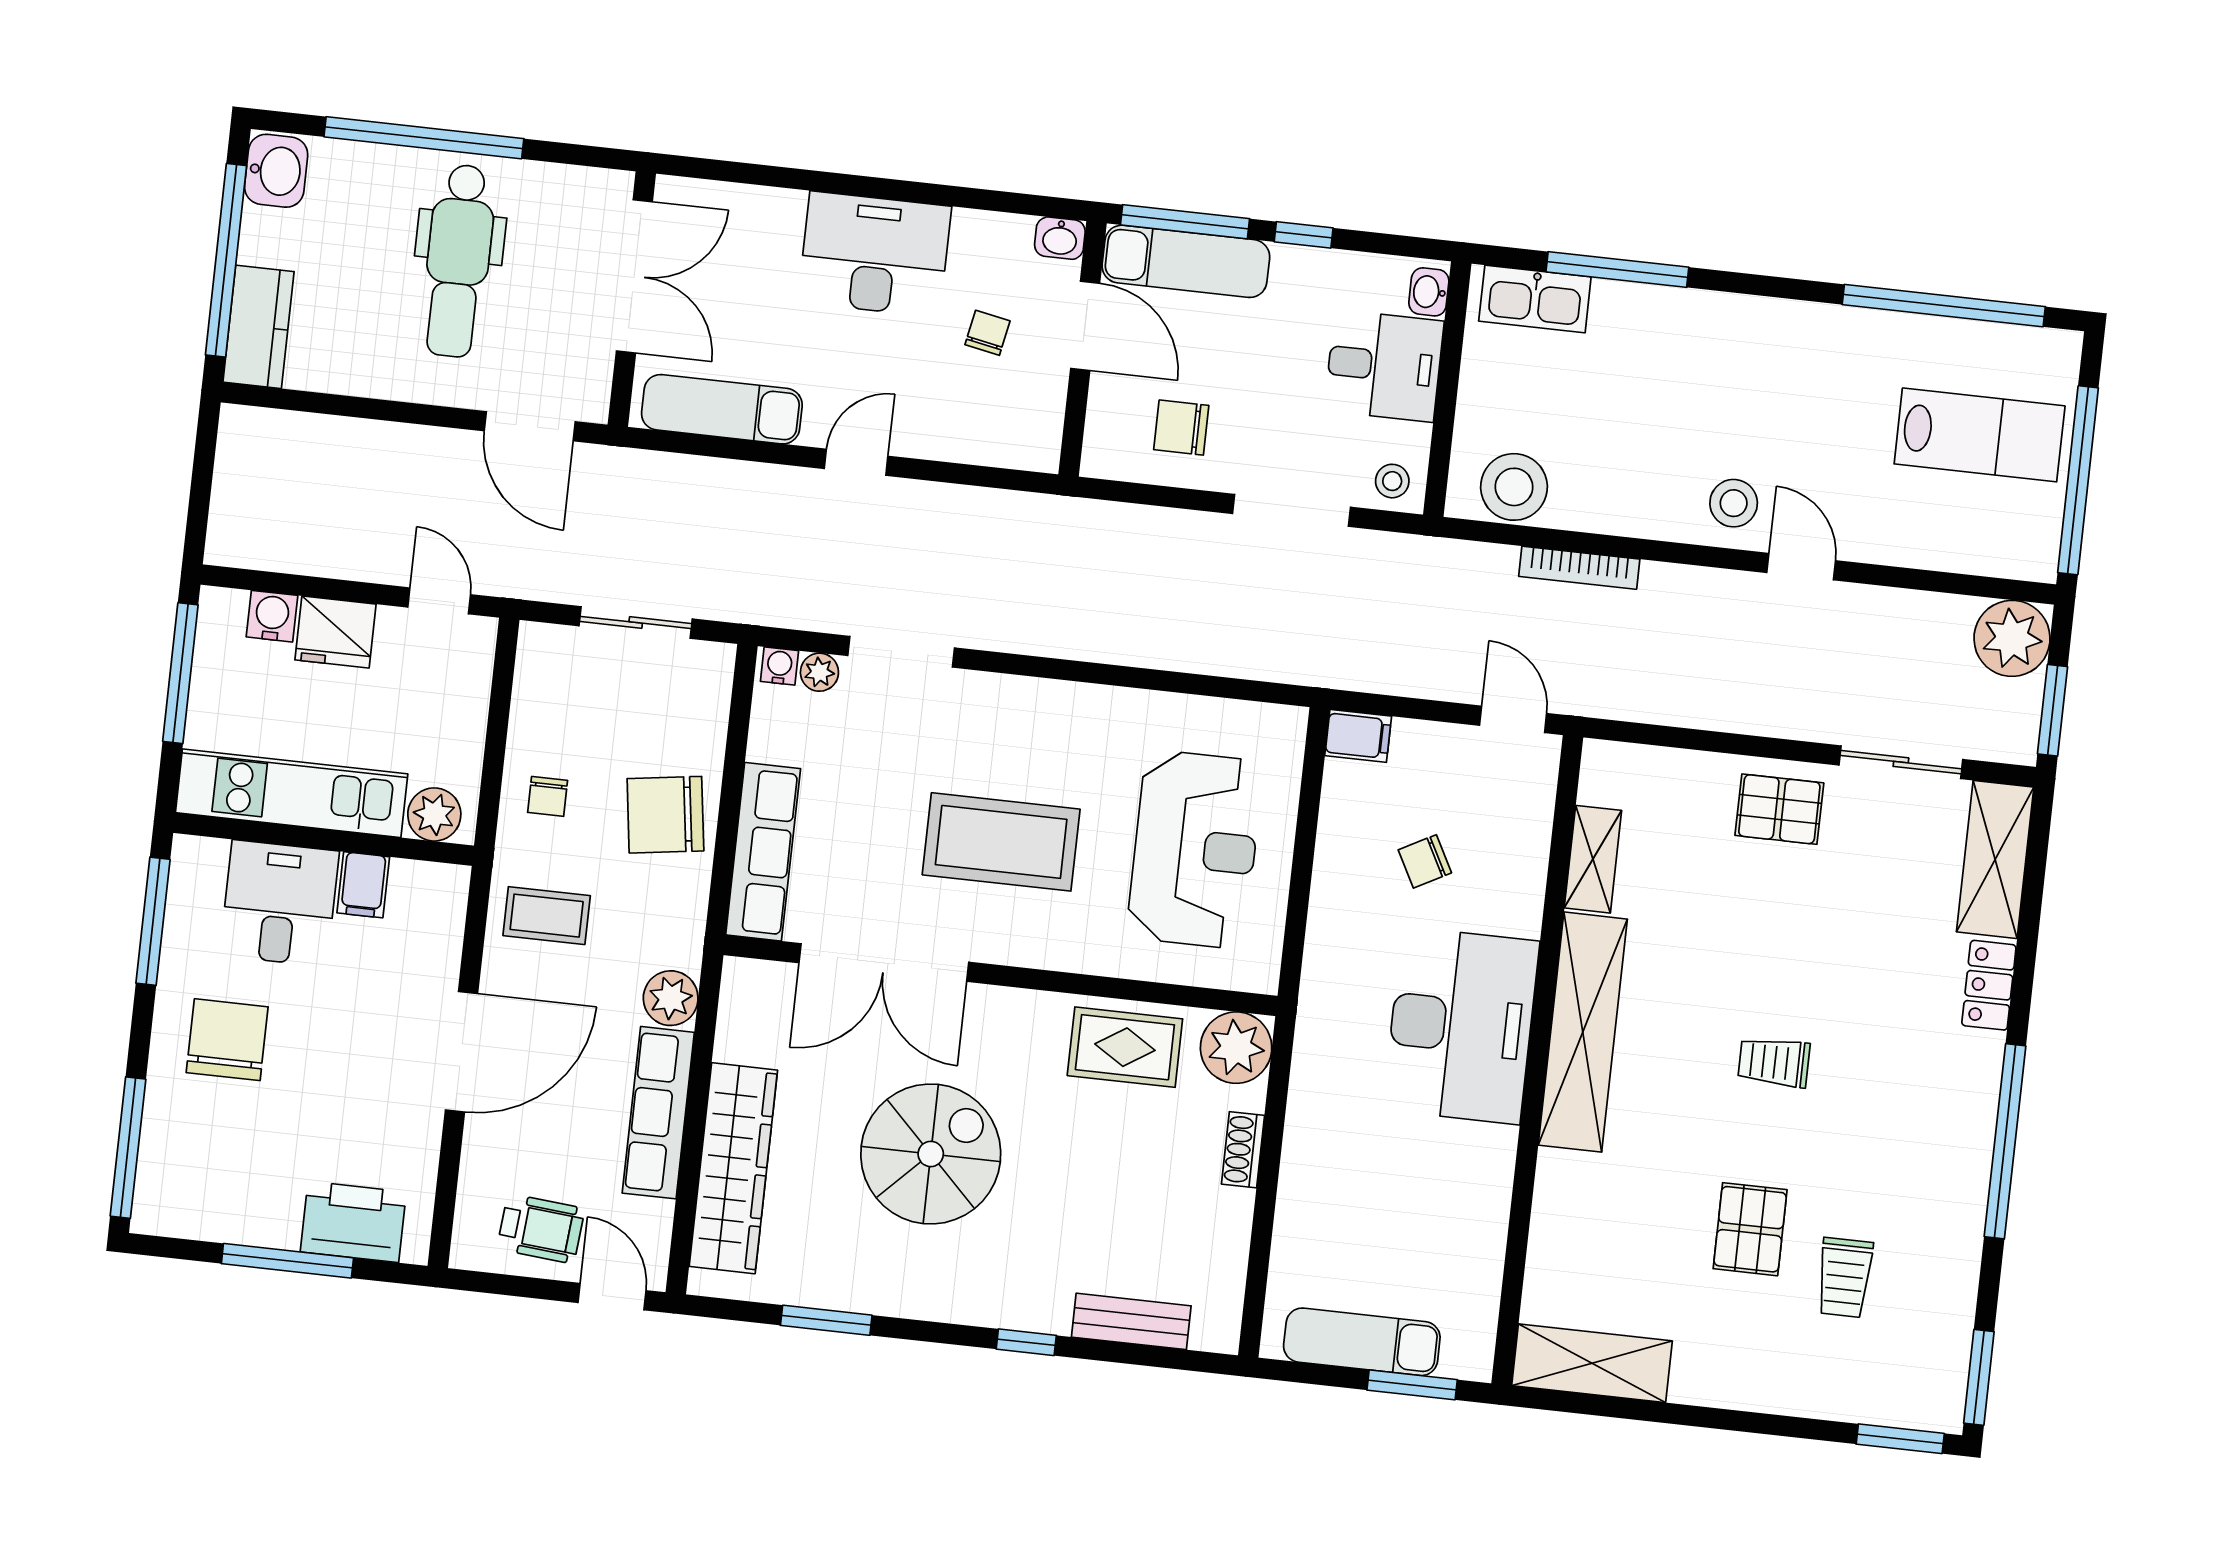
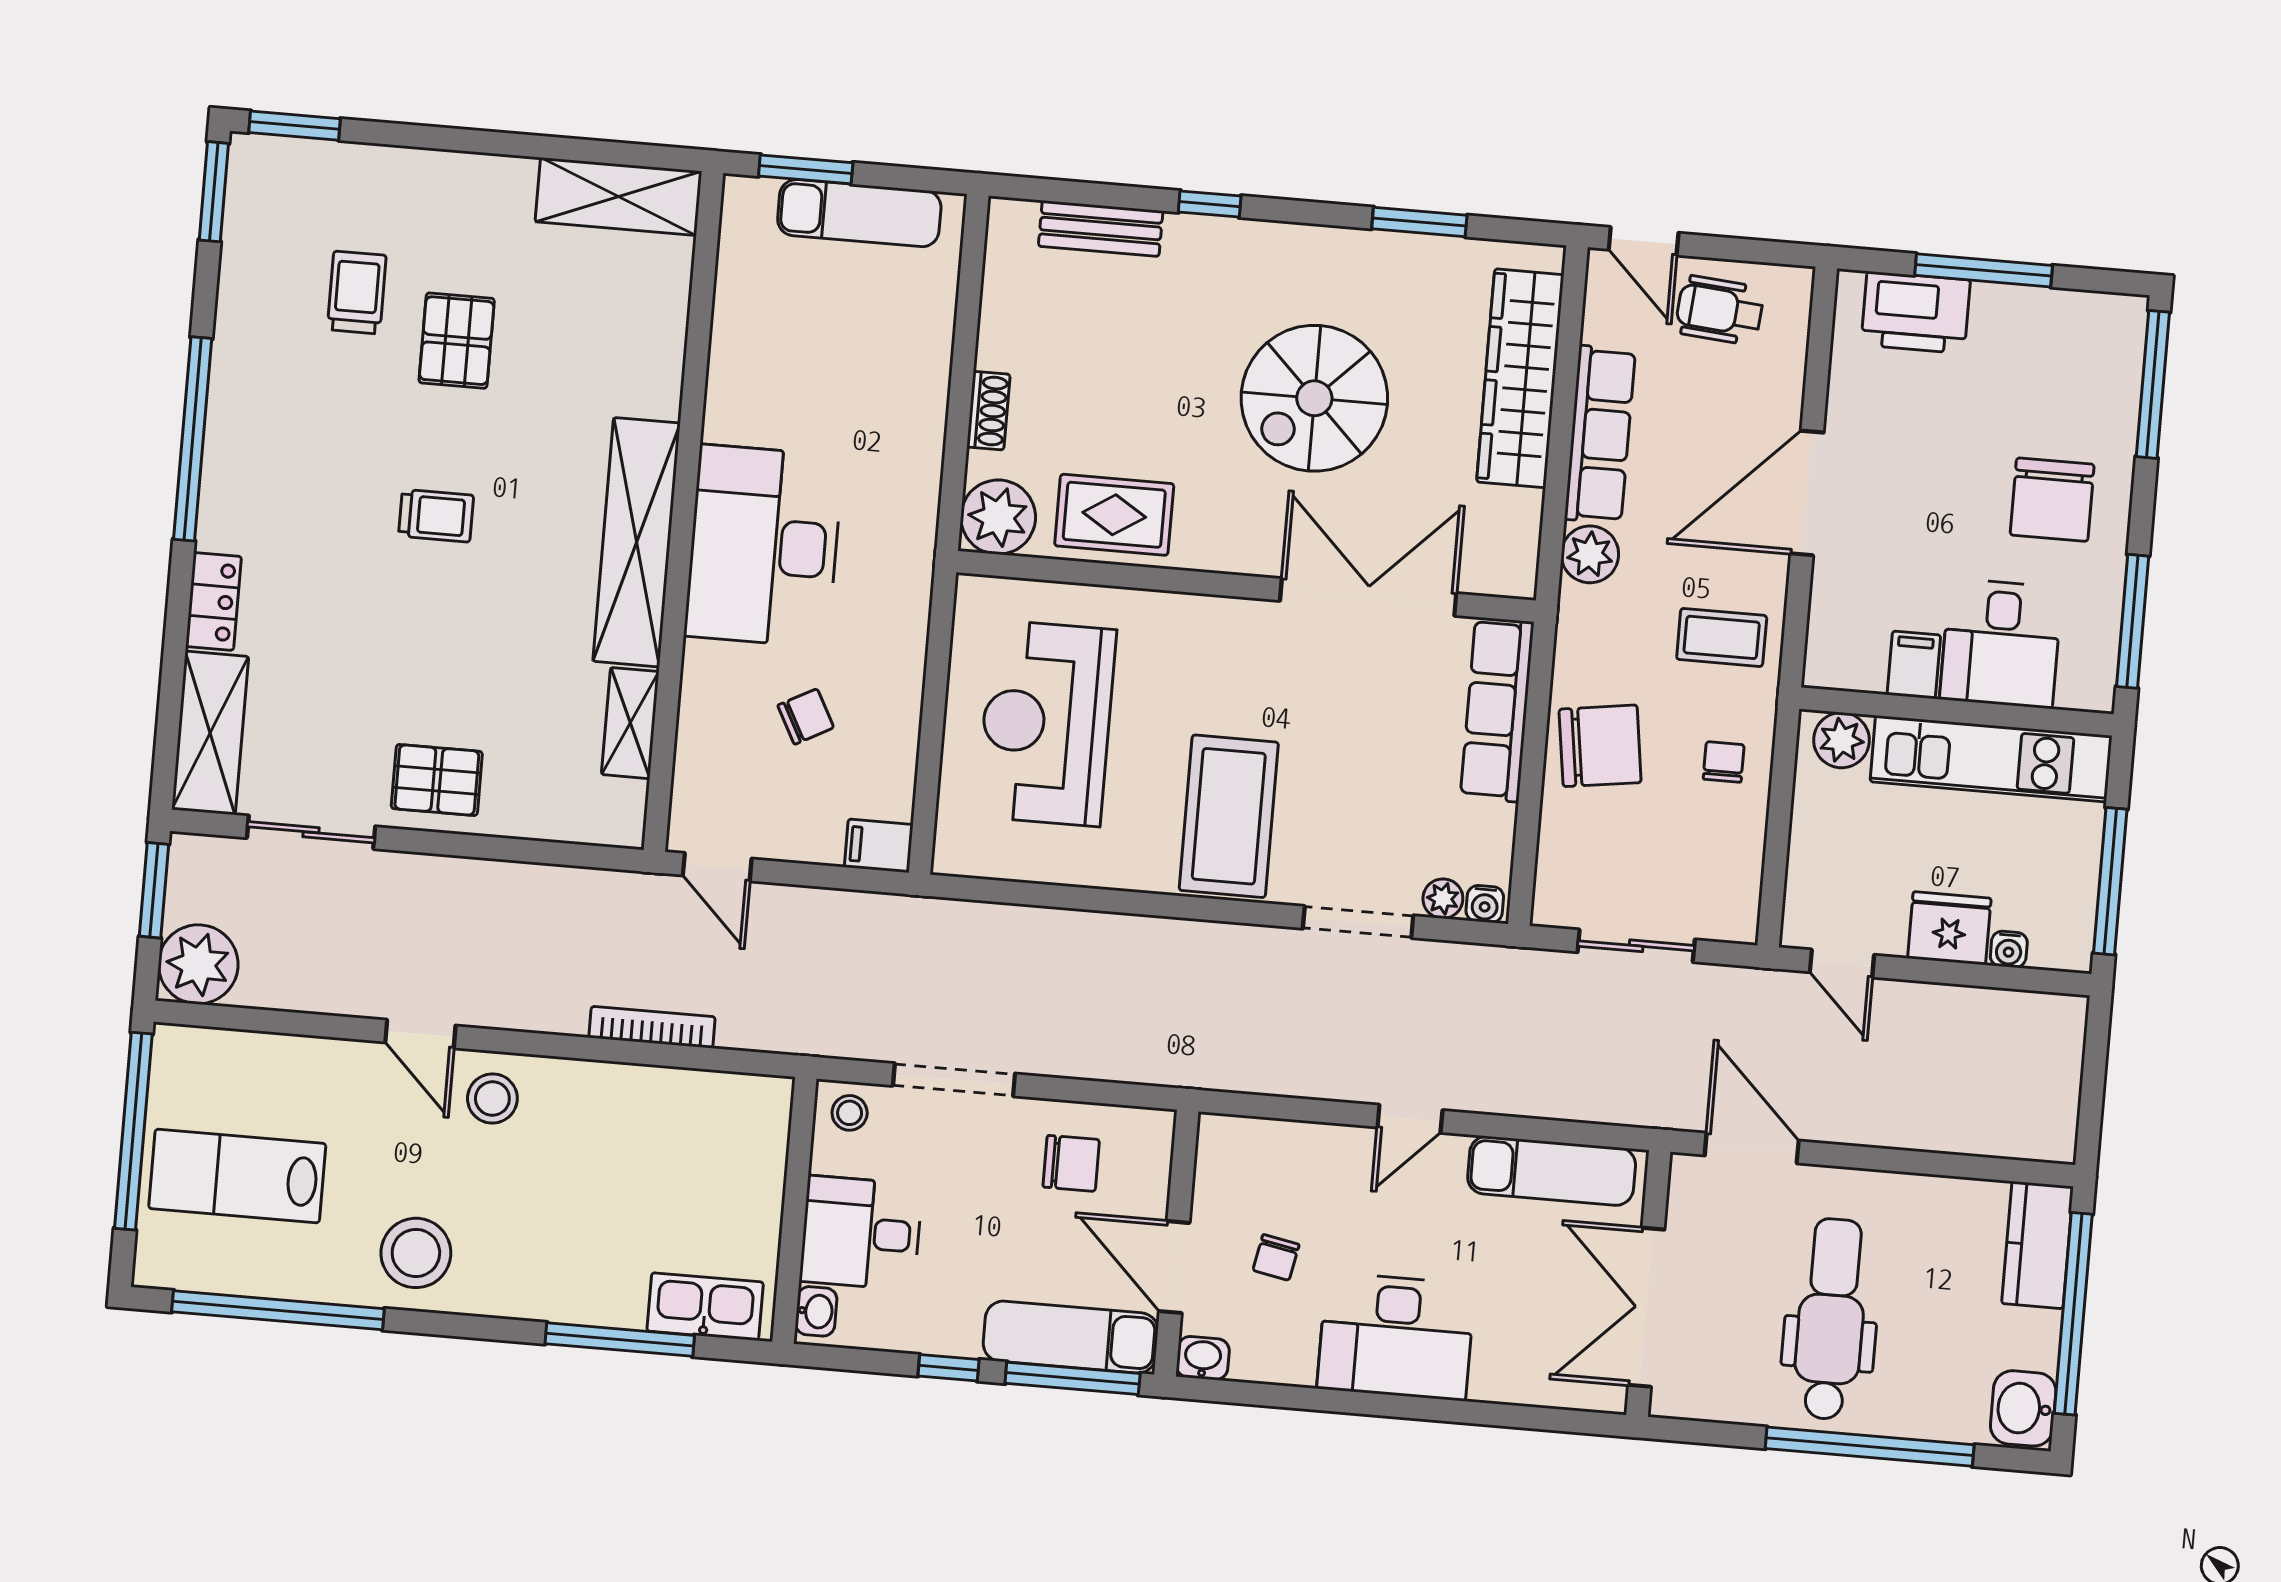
stool: (1514, 487) -> (416, 1253), moved
water cooler: (272, 616) -> (2009, 949), width x0.72, depth x0.72
coffee table: (1001, 842) -> (1229, 816), moved, turned 90

